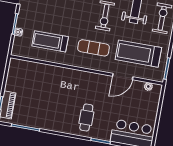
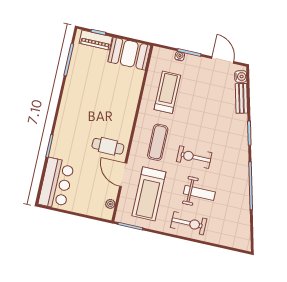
treadmill: (138, 54) -> (149, 194), turned 180
booth: (18, 76) -> (129, 54), added
cafe table: (86, 118) -> (108, 146), moved

